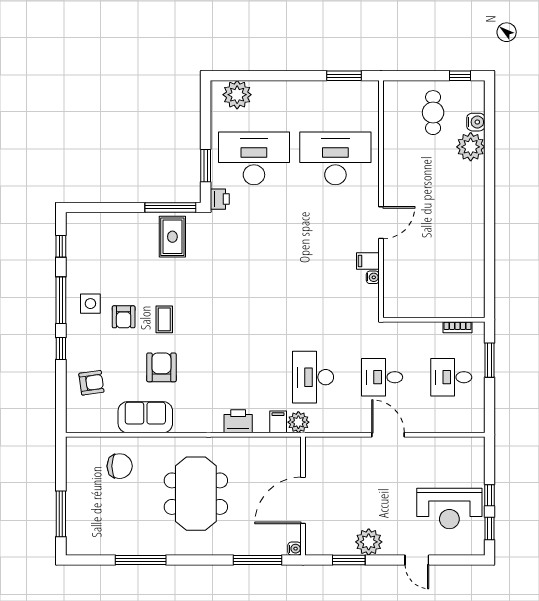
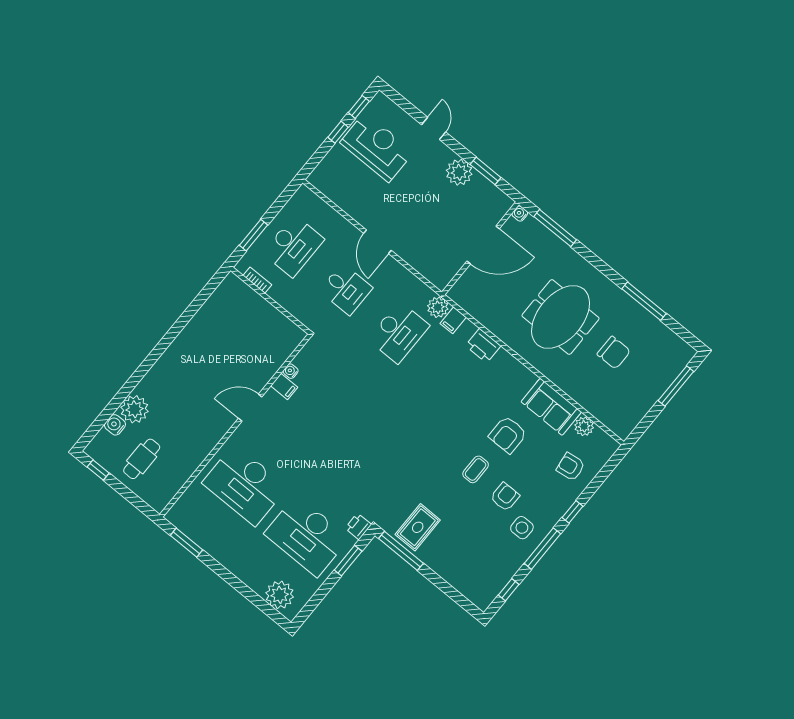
desk: (451, 377) -> (293, 246), width x1.37
plant: (107, 423) -> (584, 426), added
chair: (120, 466) -> (614, 353), moved, turned 180

